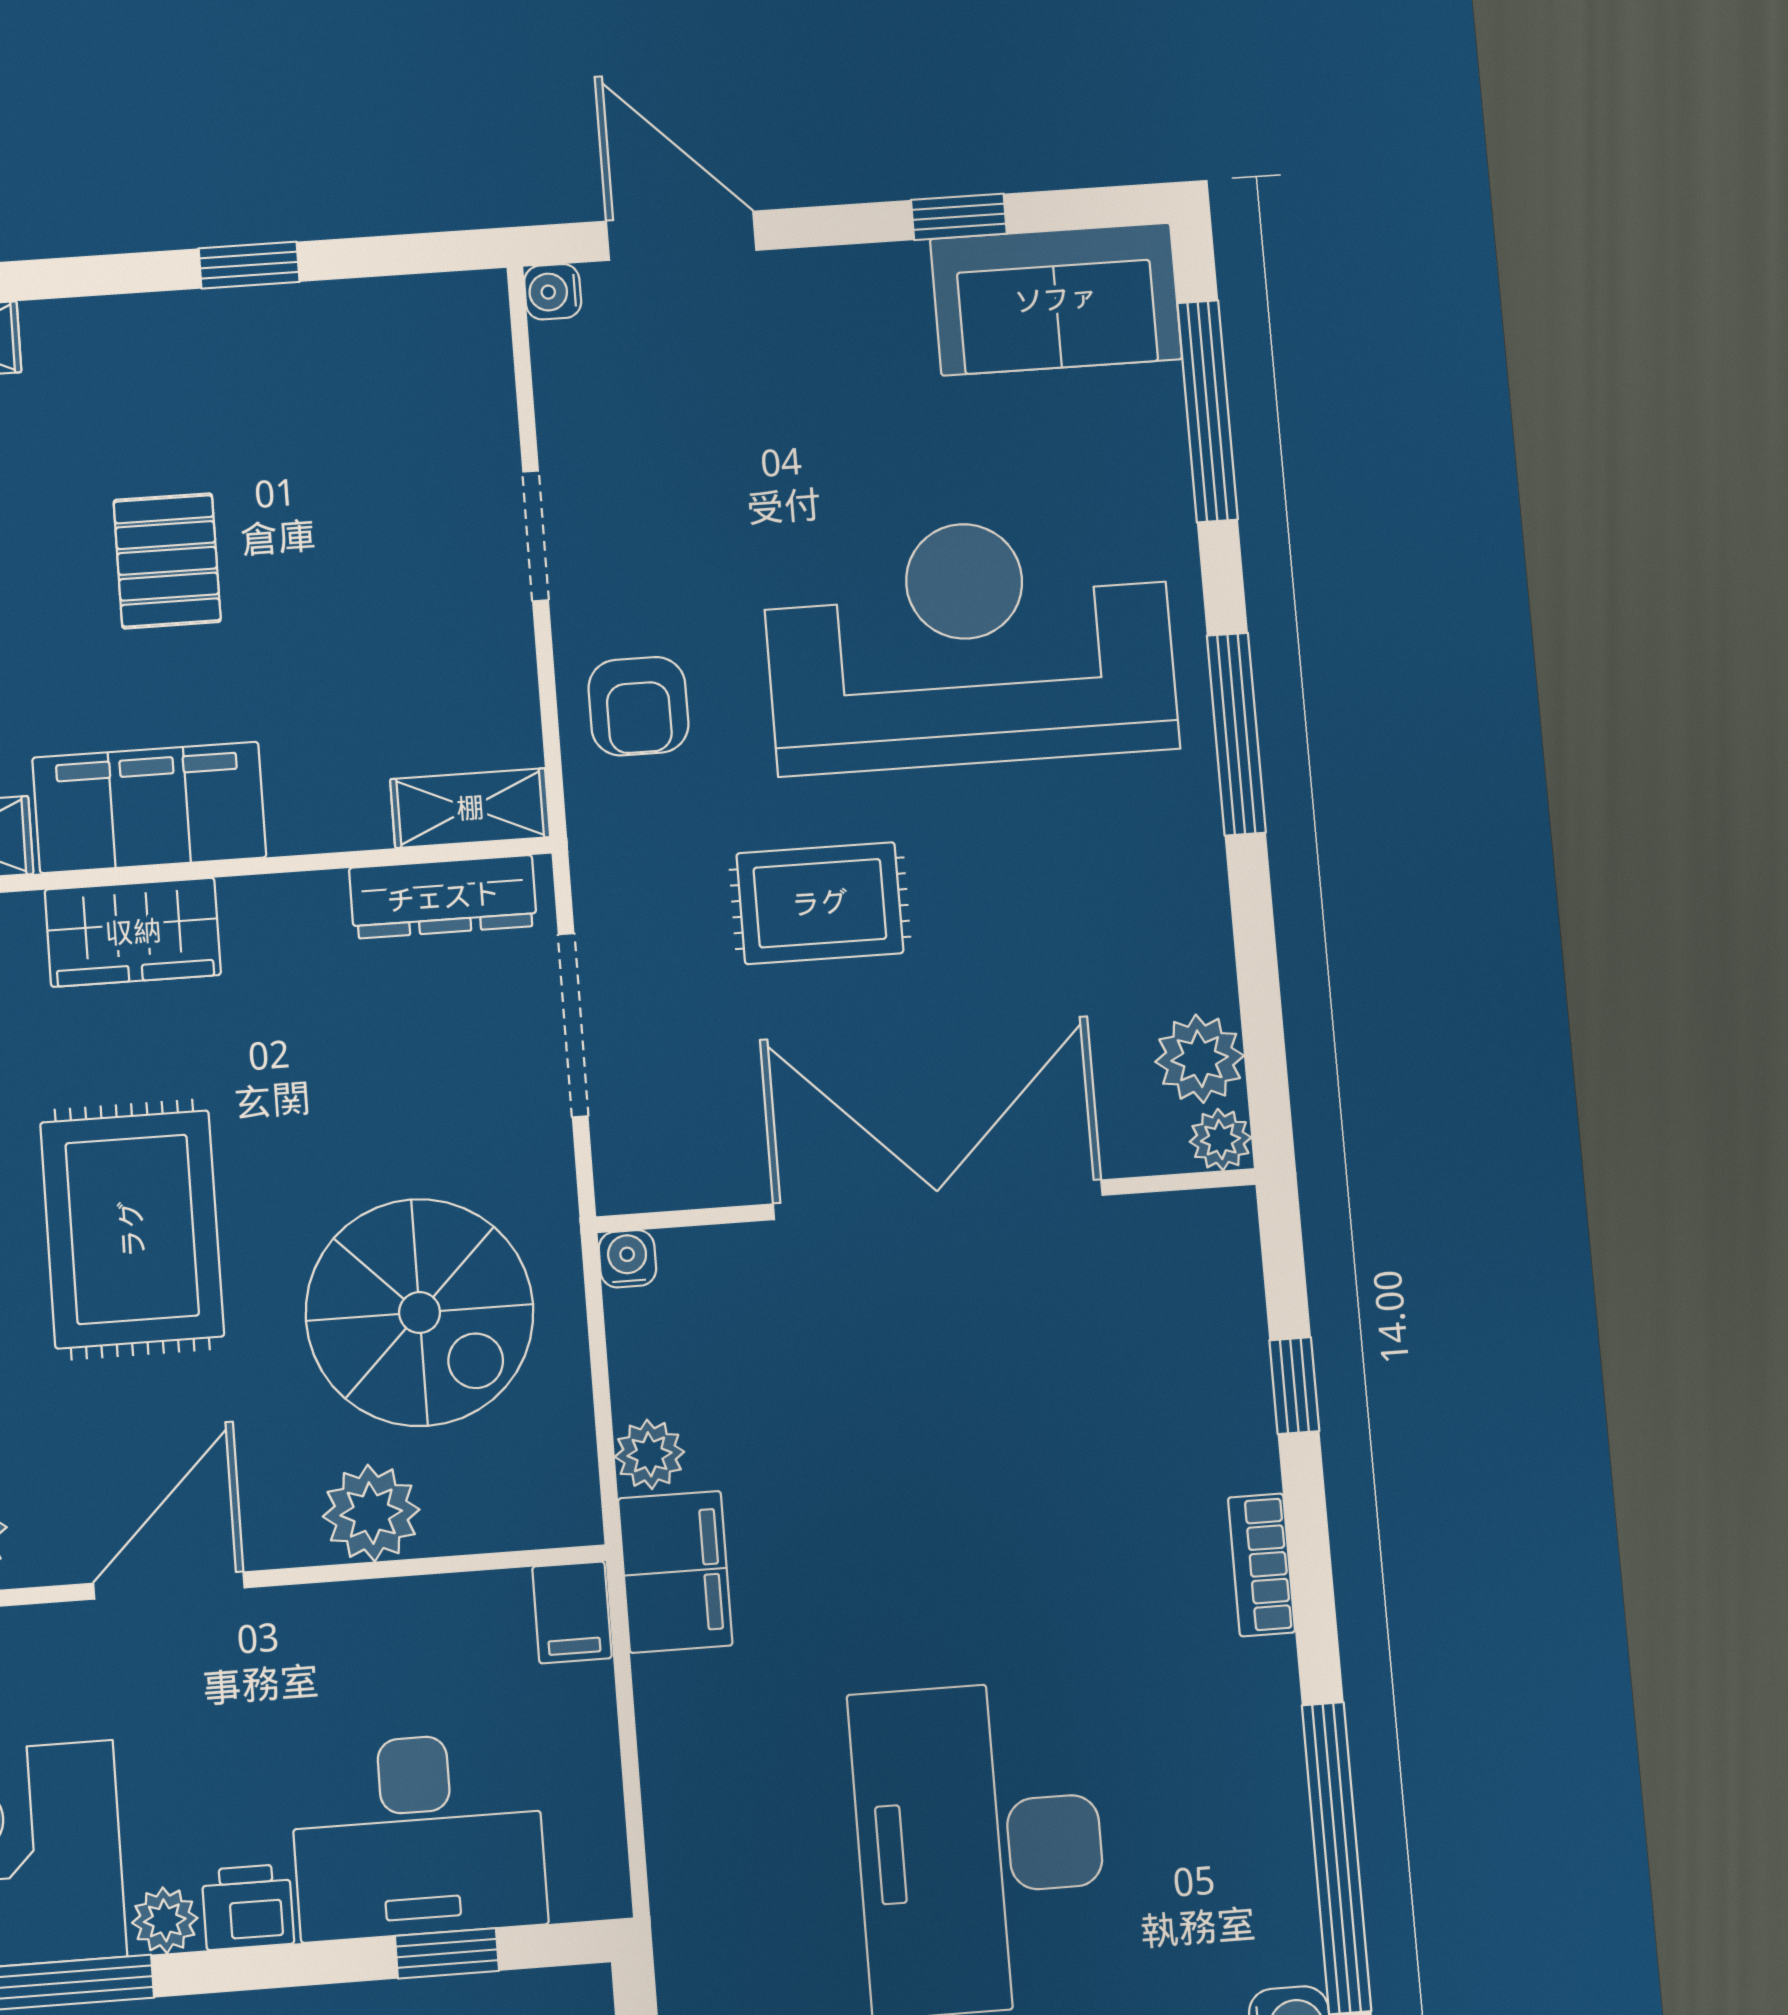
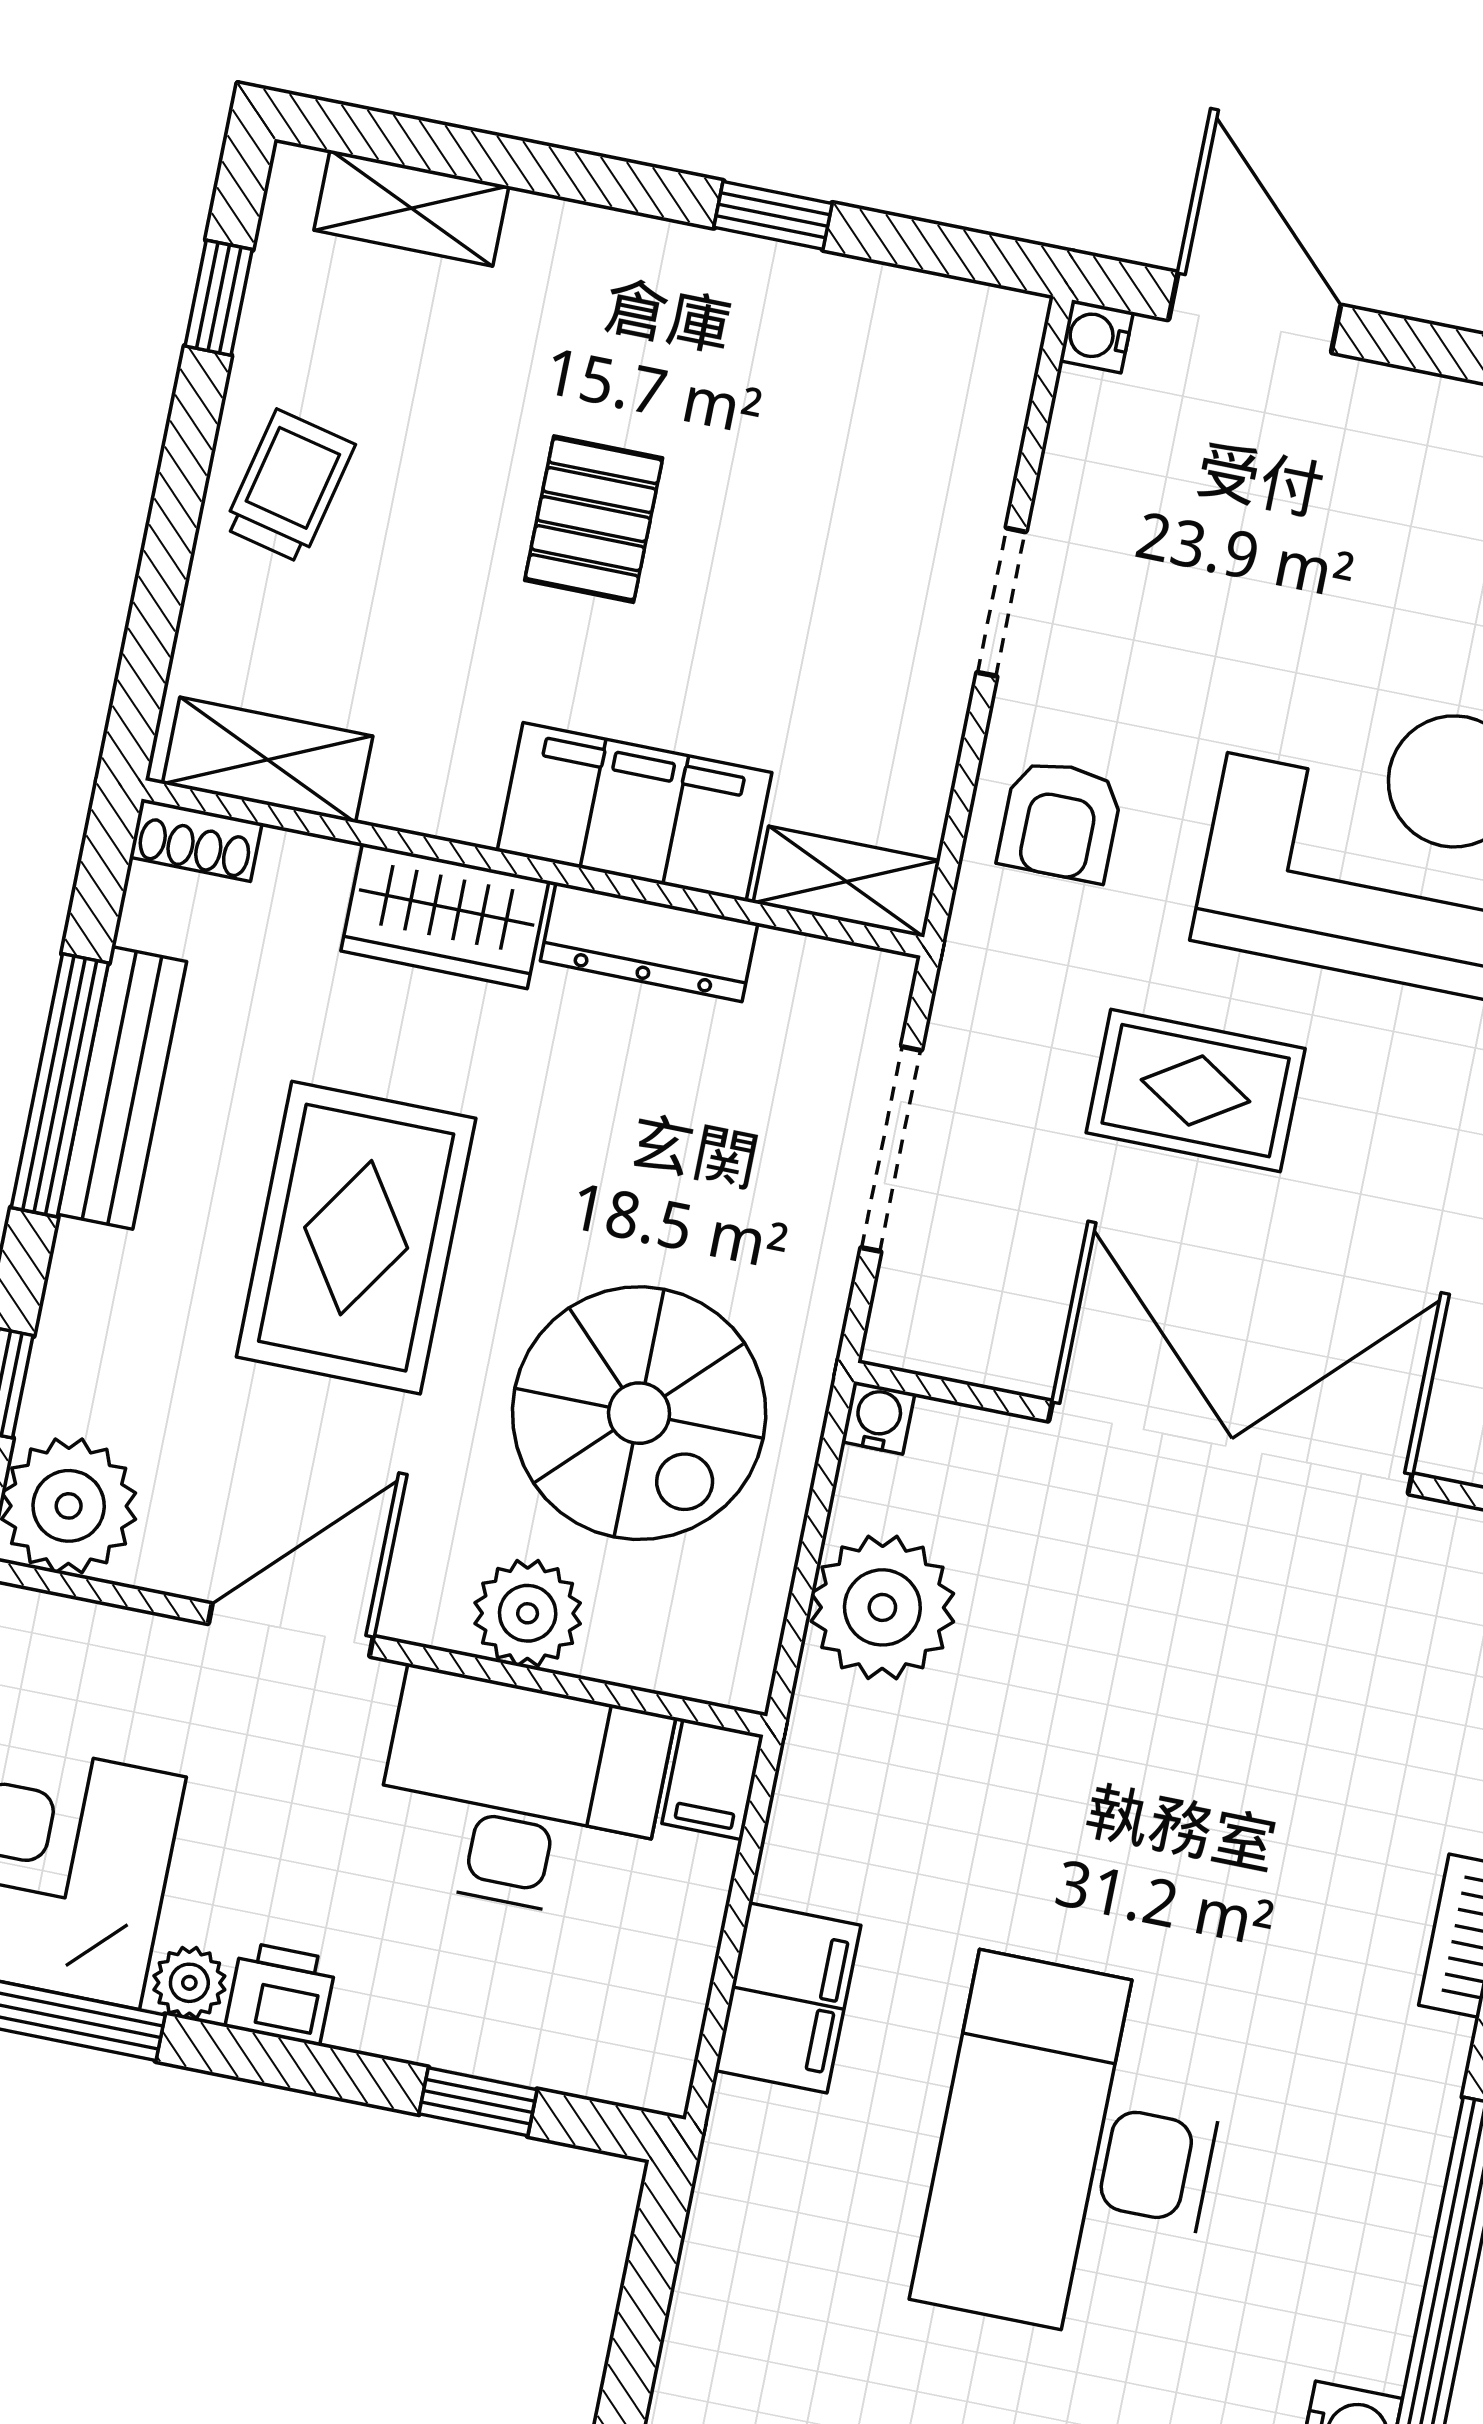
filing cabinet: (149, 807) -> (635, 812), moved
dresser: (443, 897) -> (649, 942), moved
plant: (650, 1454) -> (882, 1607), width x1.88, depth x1.88
filing cabinet: (675, 1572) -> (788, 1998), moved
desk: (418, 1836) -> (521, 1795), moved, turned 180

